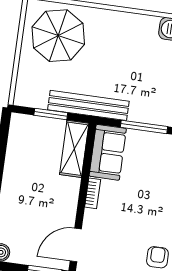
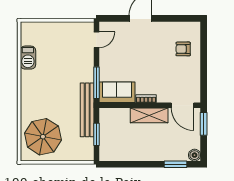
window: (144, 127) -> (96, 83), moved
shelving: (74, 149) -> (149, 115), moved

